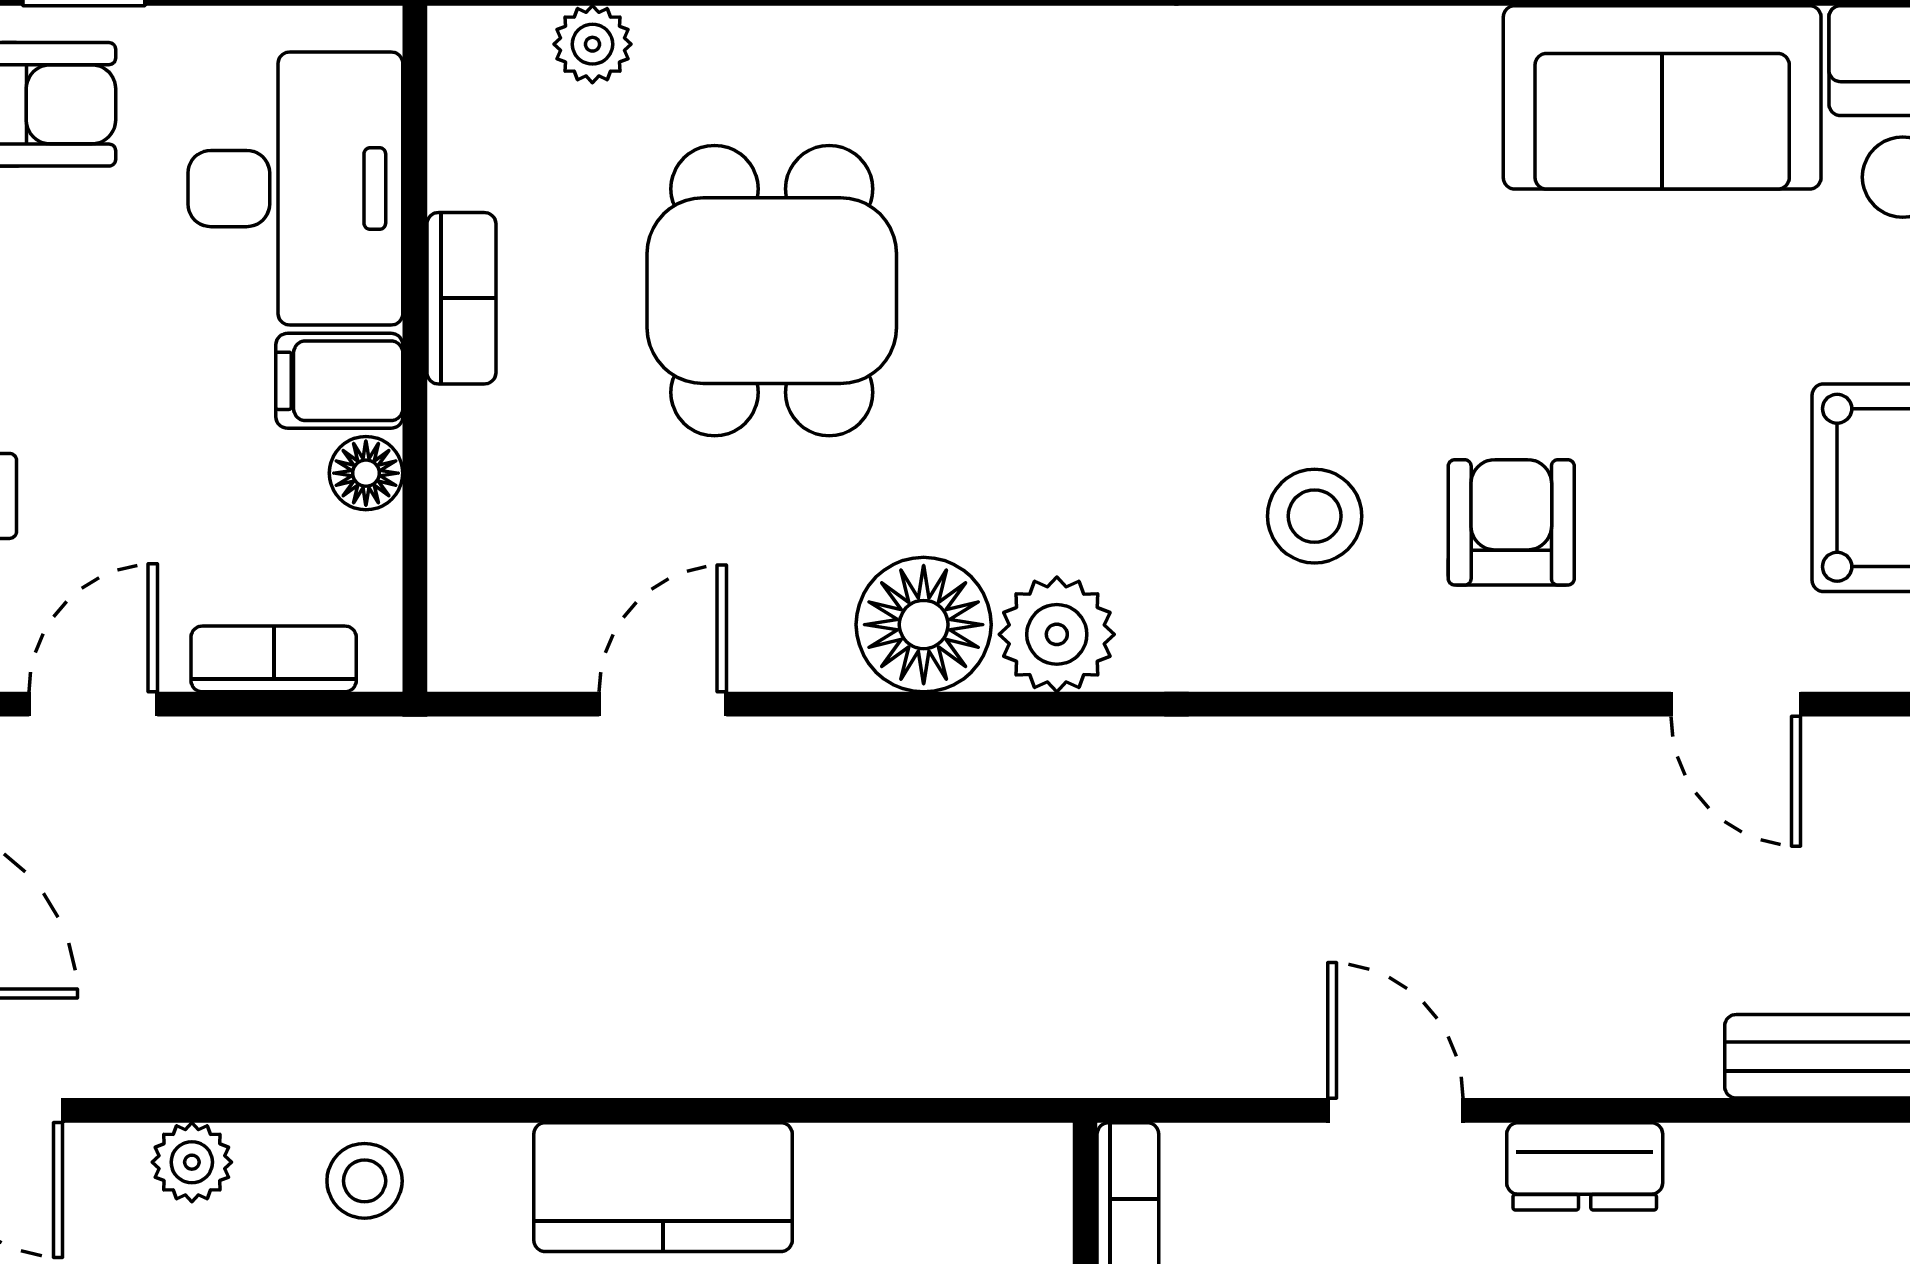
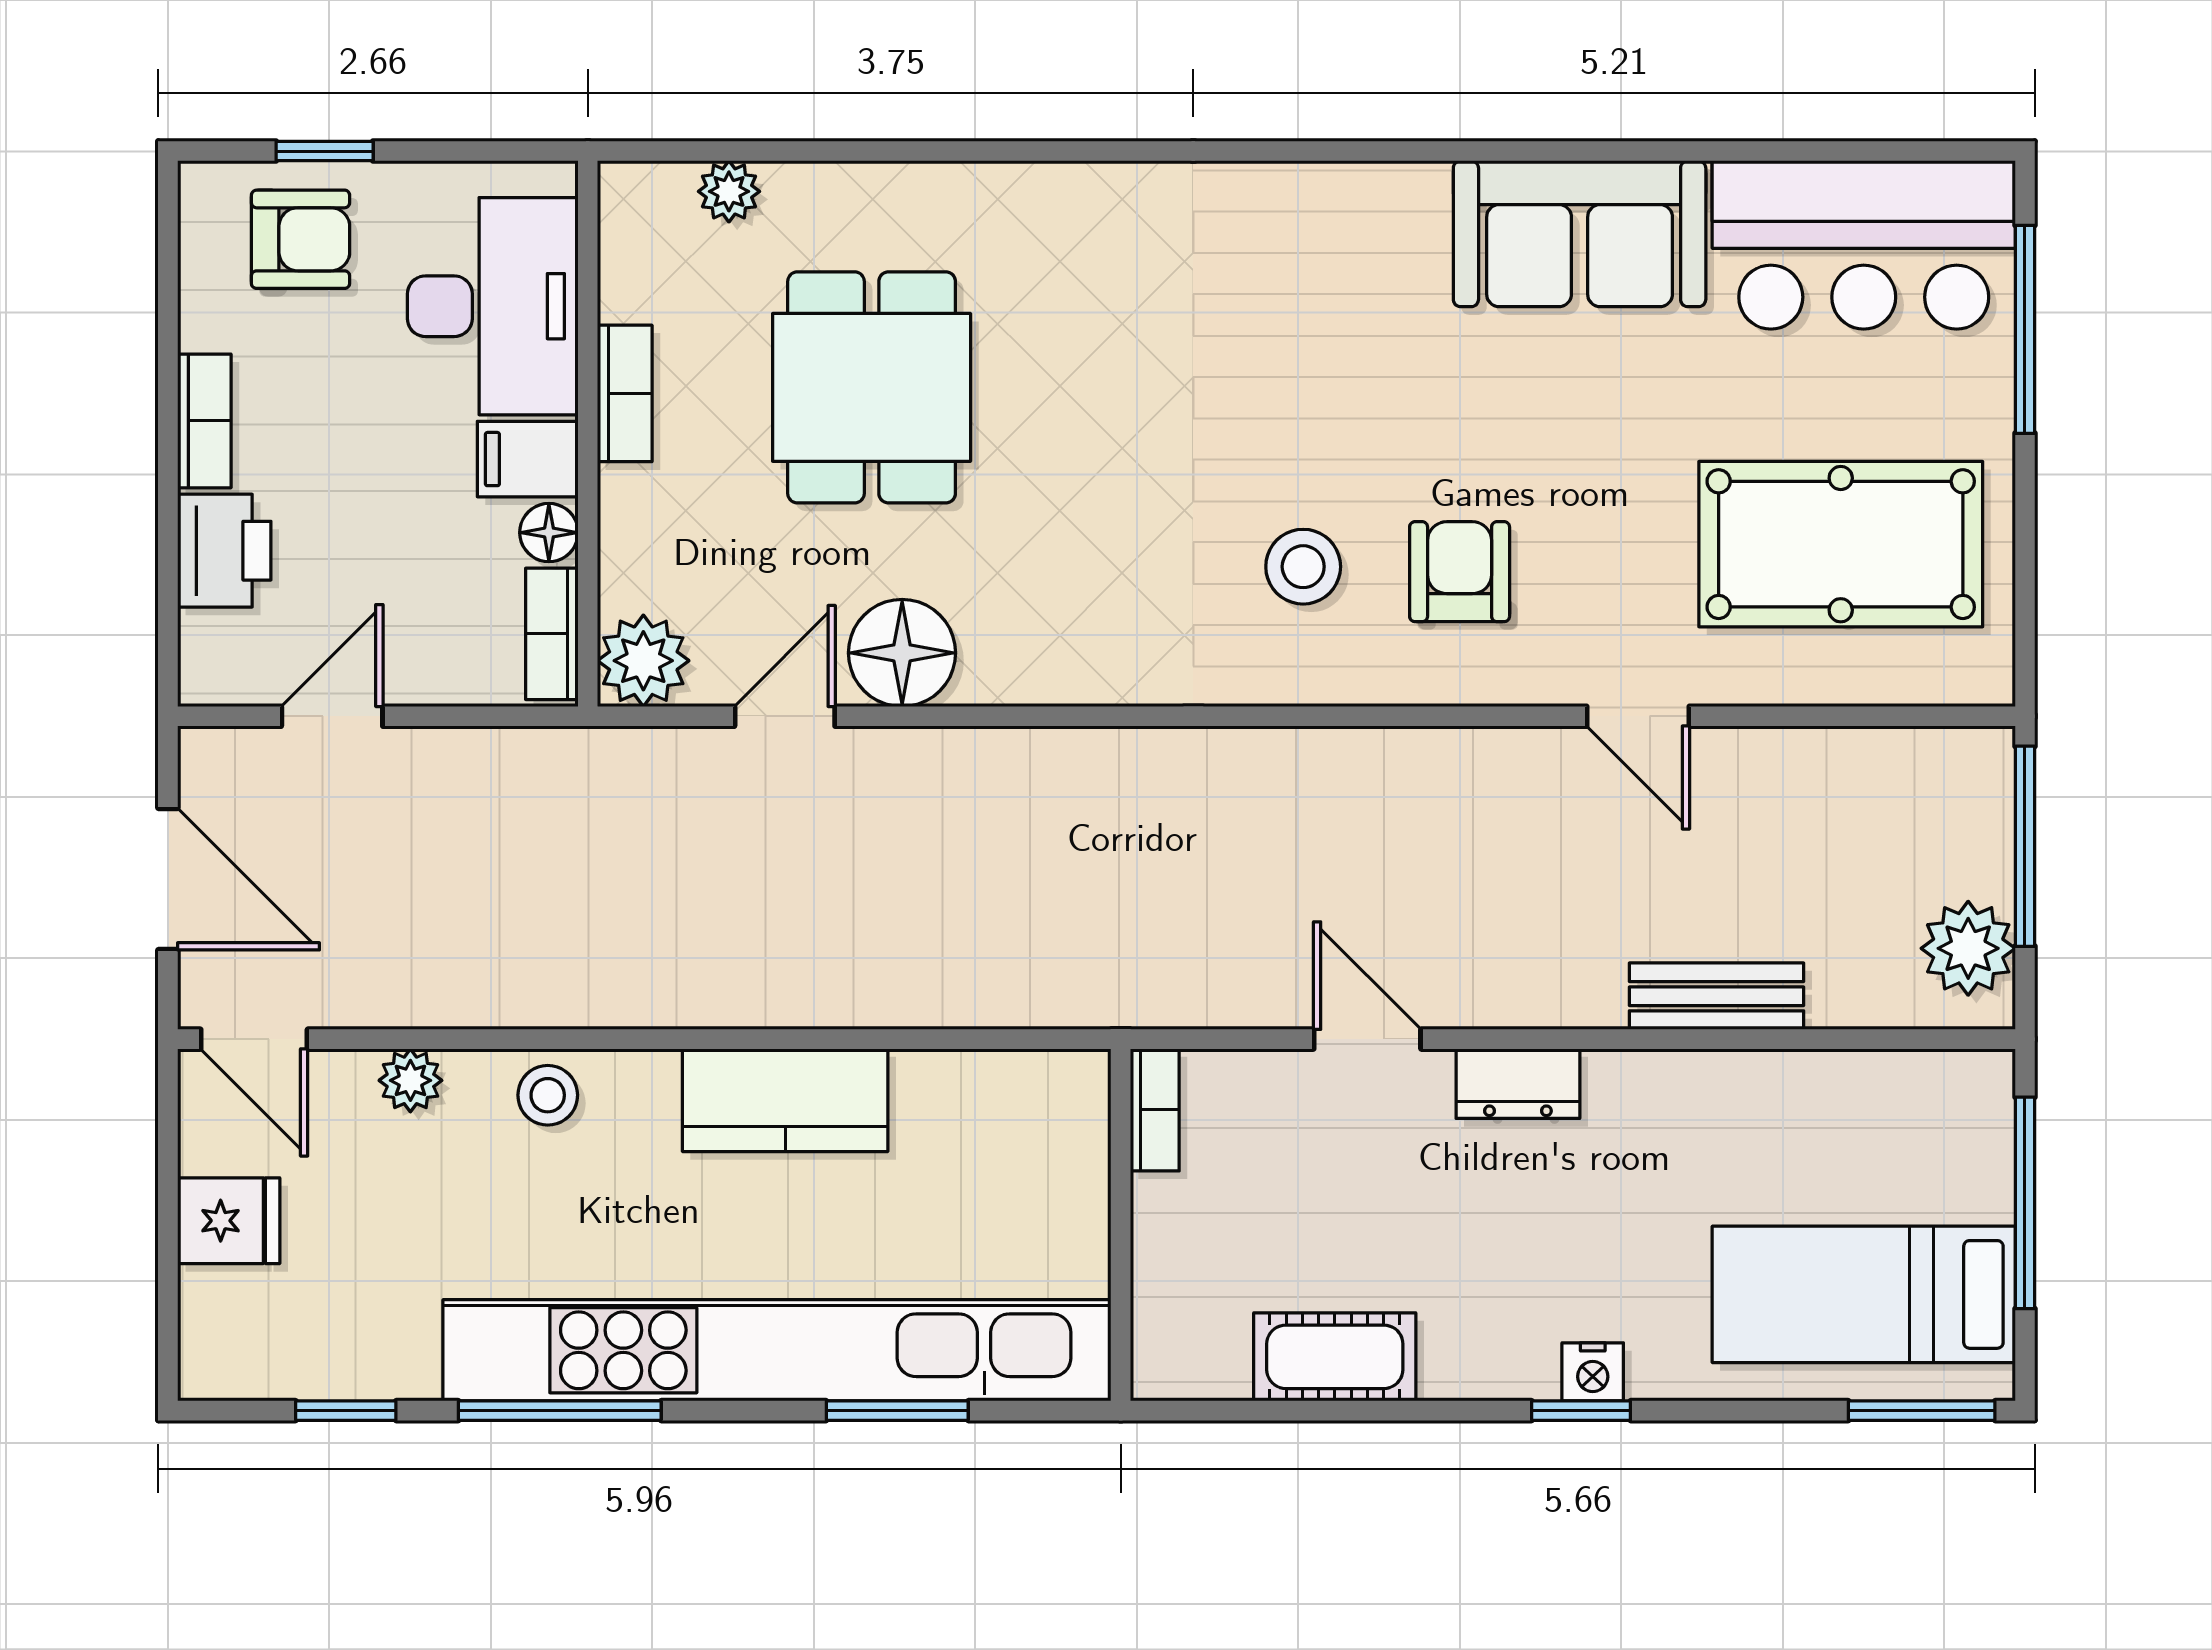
floor lamp: (924, 625) -> (902, 653), moved
plant: (1057, 634) -> (643, 661), moved
bookcase: (274, 659) -> (552, 634), moved, turned -90

